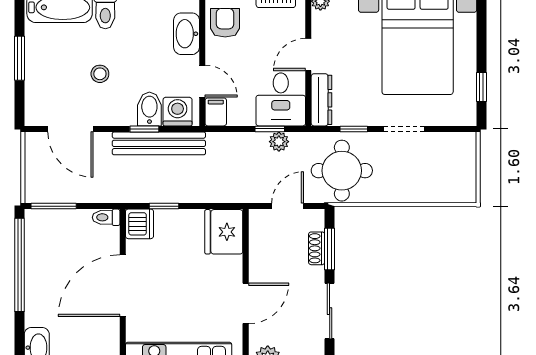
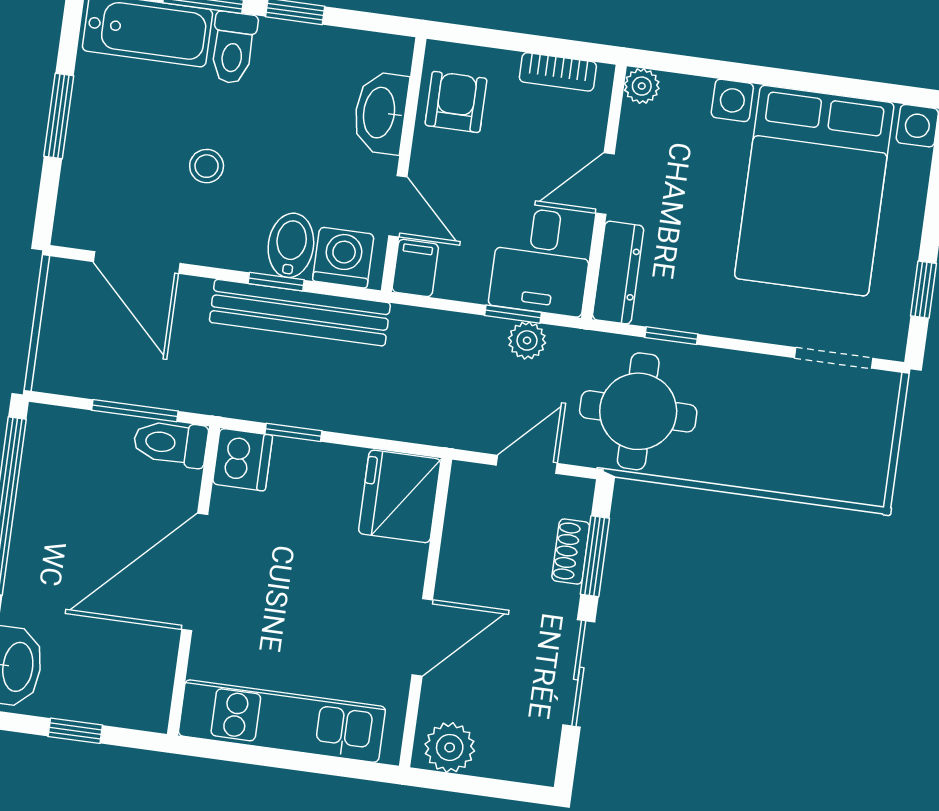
doorway: (404, 129) -> (834, 358), moved
window: (54, 206) -> (135, 411), moved
toilet: (106, 217) -> (170, 443), width x1.37, depth x1.39

